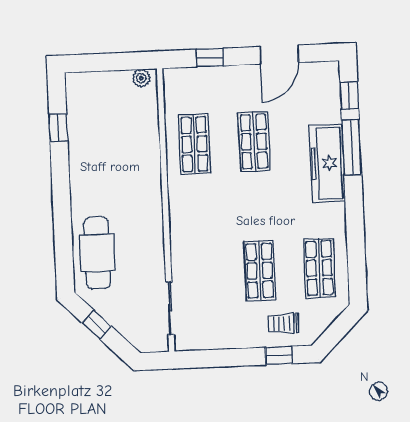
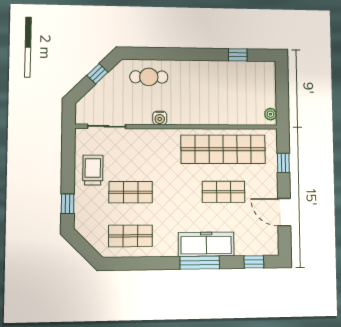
shop shelf: (194, 144) -> (223, 149), width x2.00, depth x1.36
window: (352, 147) -> (200, 263), moved
water cooler: (155, 235) -> (160, 118), added
cafe table: (97, 253) -> (149, 77), width x0.73, depth x0.74
trolley: (283, 323) -> (93, 170), moved, width x1.36, depth x1.39

